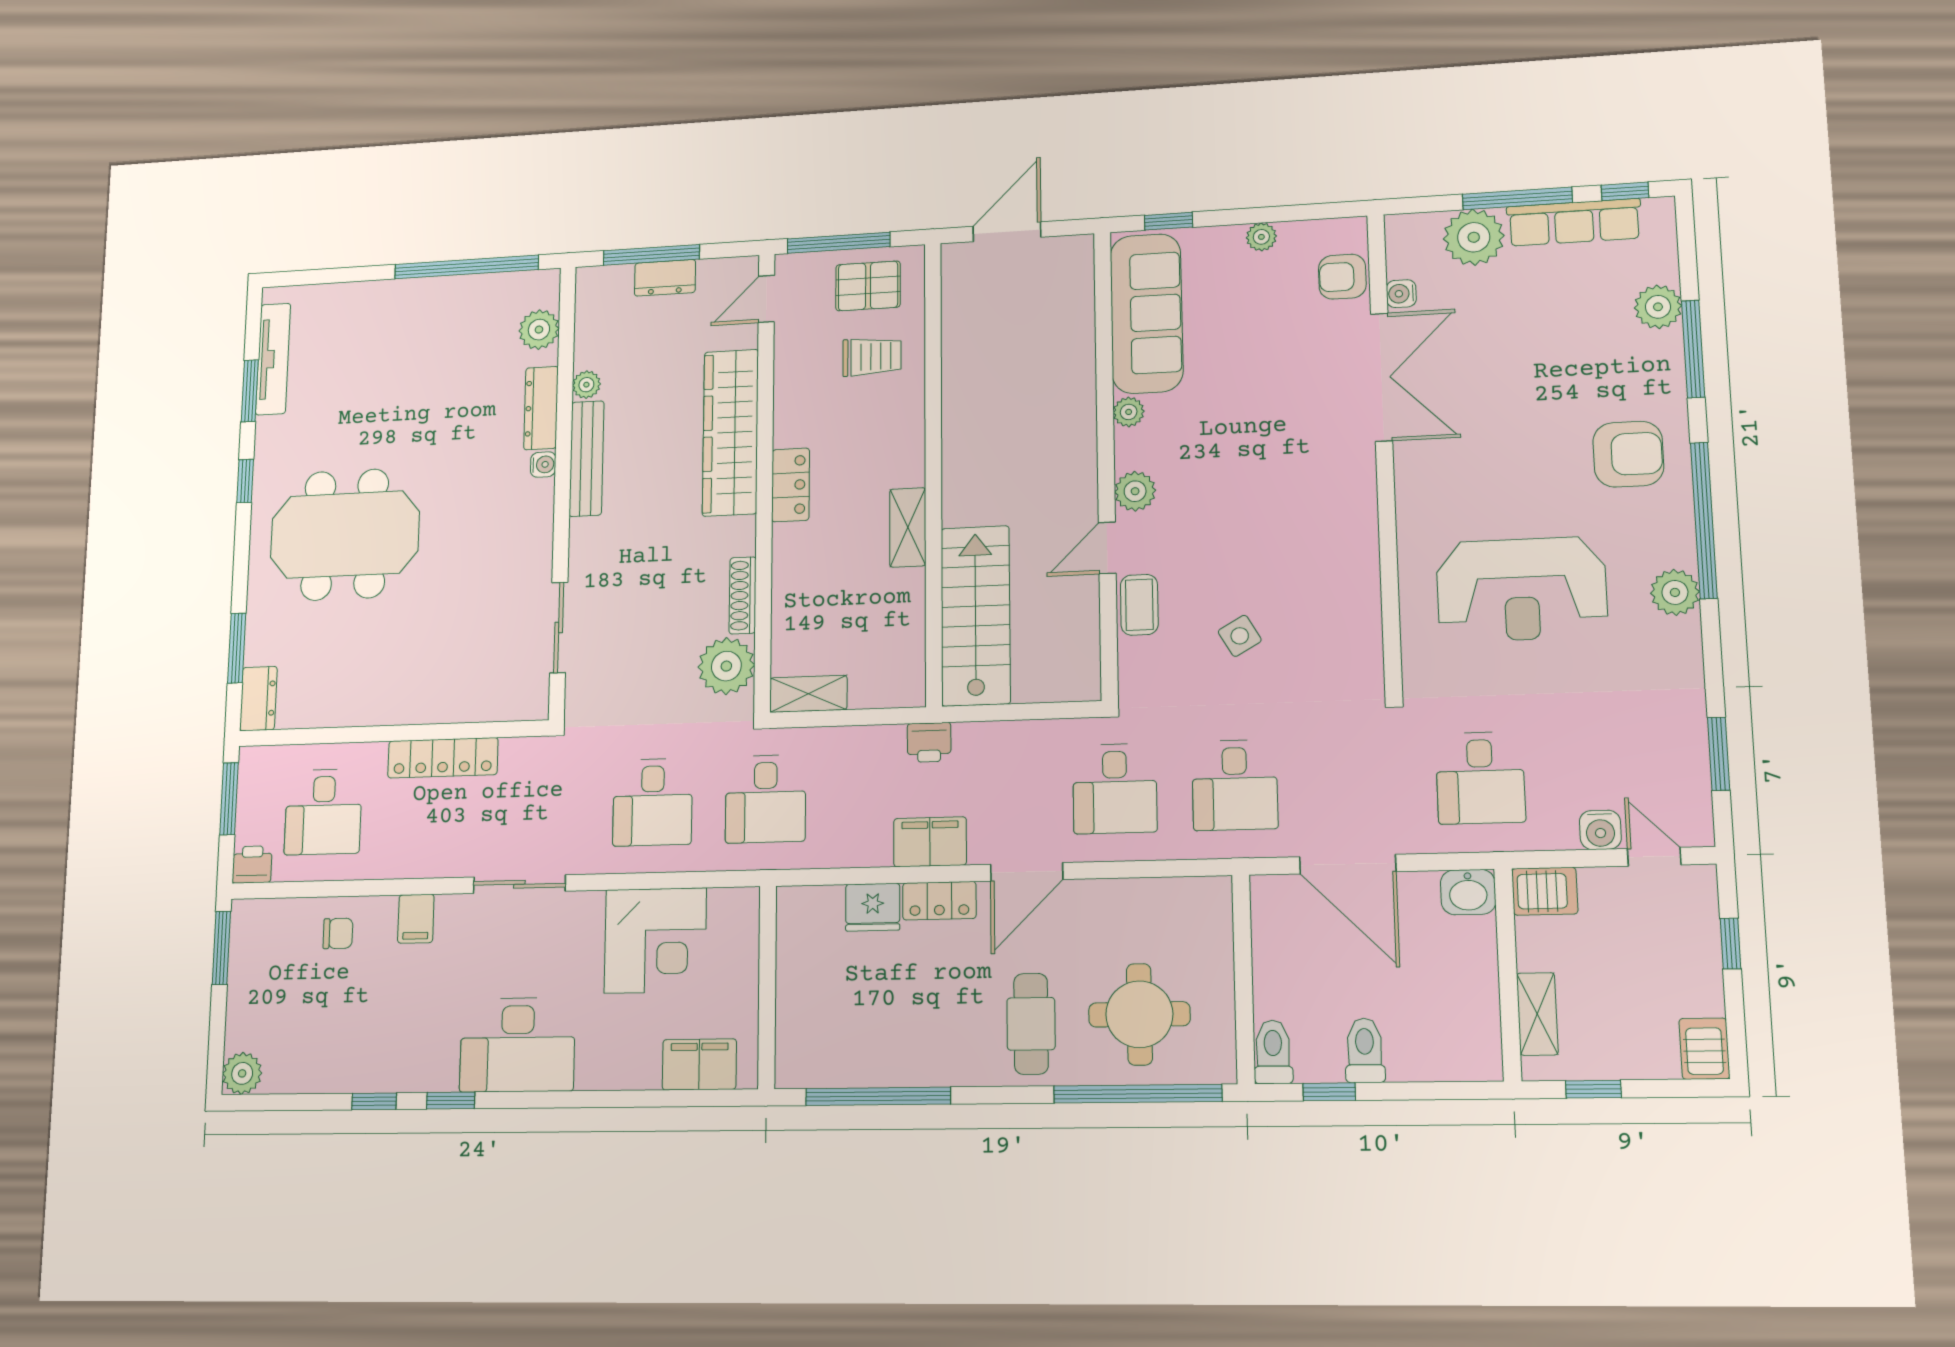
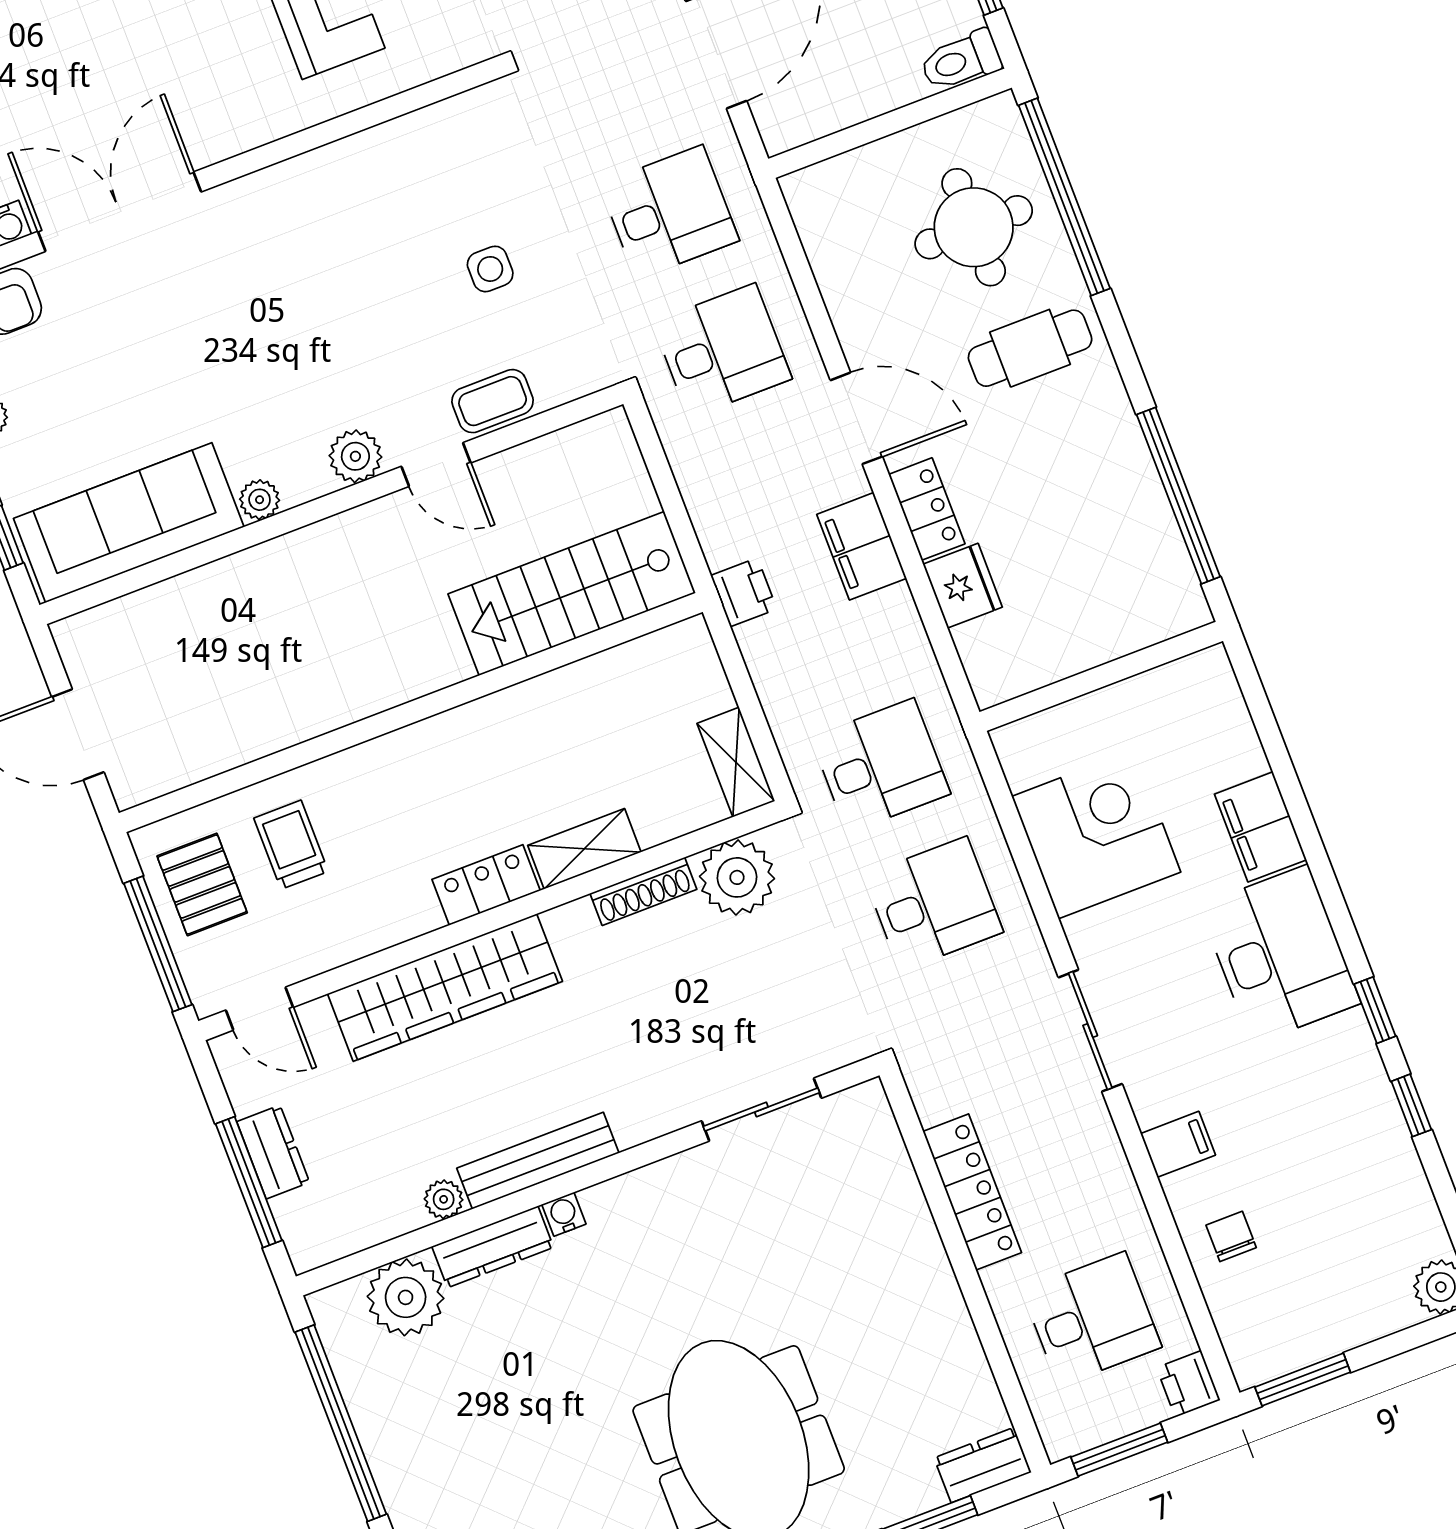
plant: (539, 330) -> (406, 1297), width x1.36, depth x1.36
shelving: (908, 527) -> (584, 849), moved
side table: (1240, 636) -> (490, 269), turned 30
filing cabinet: (699, 1064) -> (1260, 827), moved

